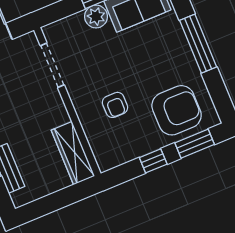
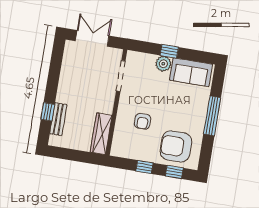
armchair: (177, 110) -> (176, 146), turned 180
window: (195, 144) -> (174, 172), width x0.67

